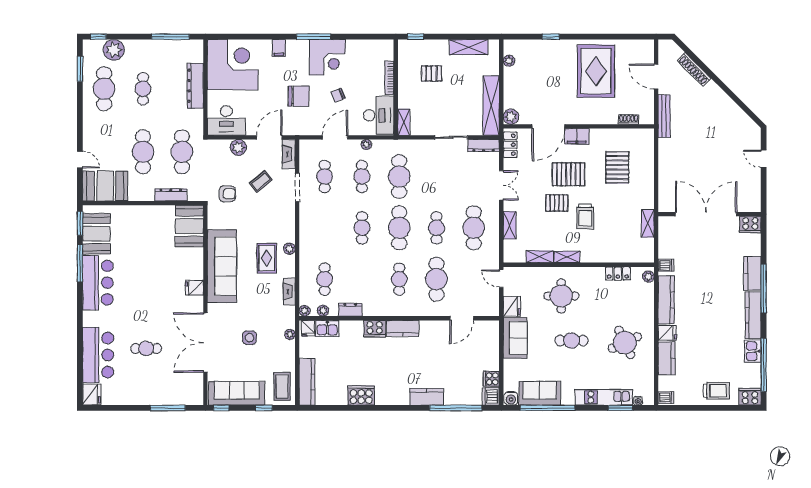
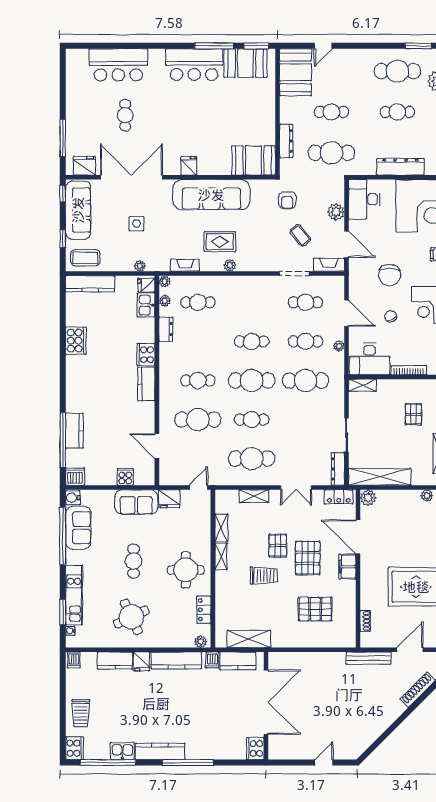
cafe table: (143, 152) -> (331, 112), width x0.73, depth x0.74
trolley: (585, 216) -> (264, 575), turned 180
shelving: (648, 223) -> (249, 639), width x1.50, depth x1.33
kitchen counter: (752, 273) -> (238, 661), moved, turned 180
round table: (561, 296) -> (186, 570), moved
cooker: (491, 379) -> (125, 477), moved
fridge: (92, 394) -> (84, 166), moved, turned 180
kitchen counter: (427, 397) -> (74, 431), moved

